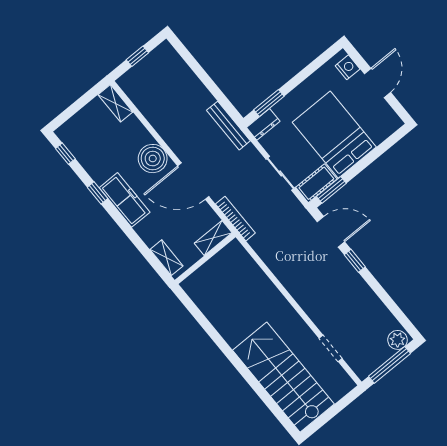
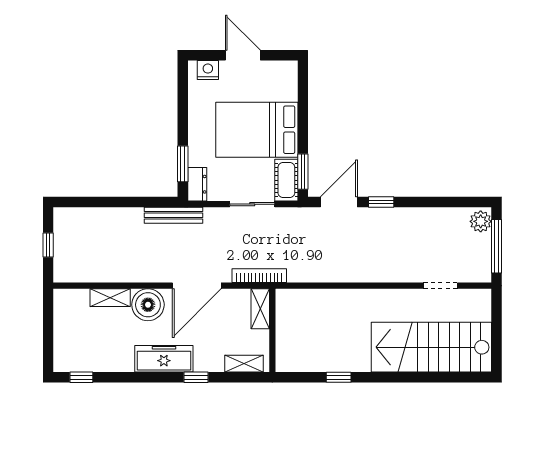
shelving: (115, 103) -> (110, 298), moved
window: (97, 193) -> (196, 377), moved
window: (210, 330) -> (339, 377), added

